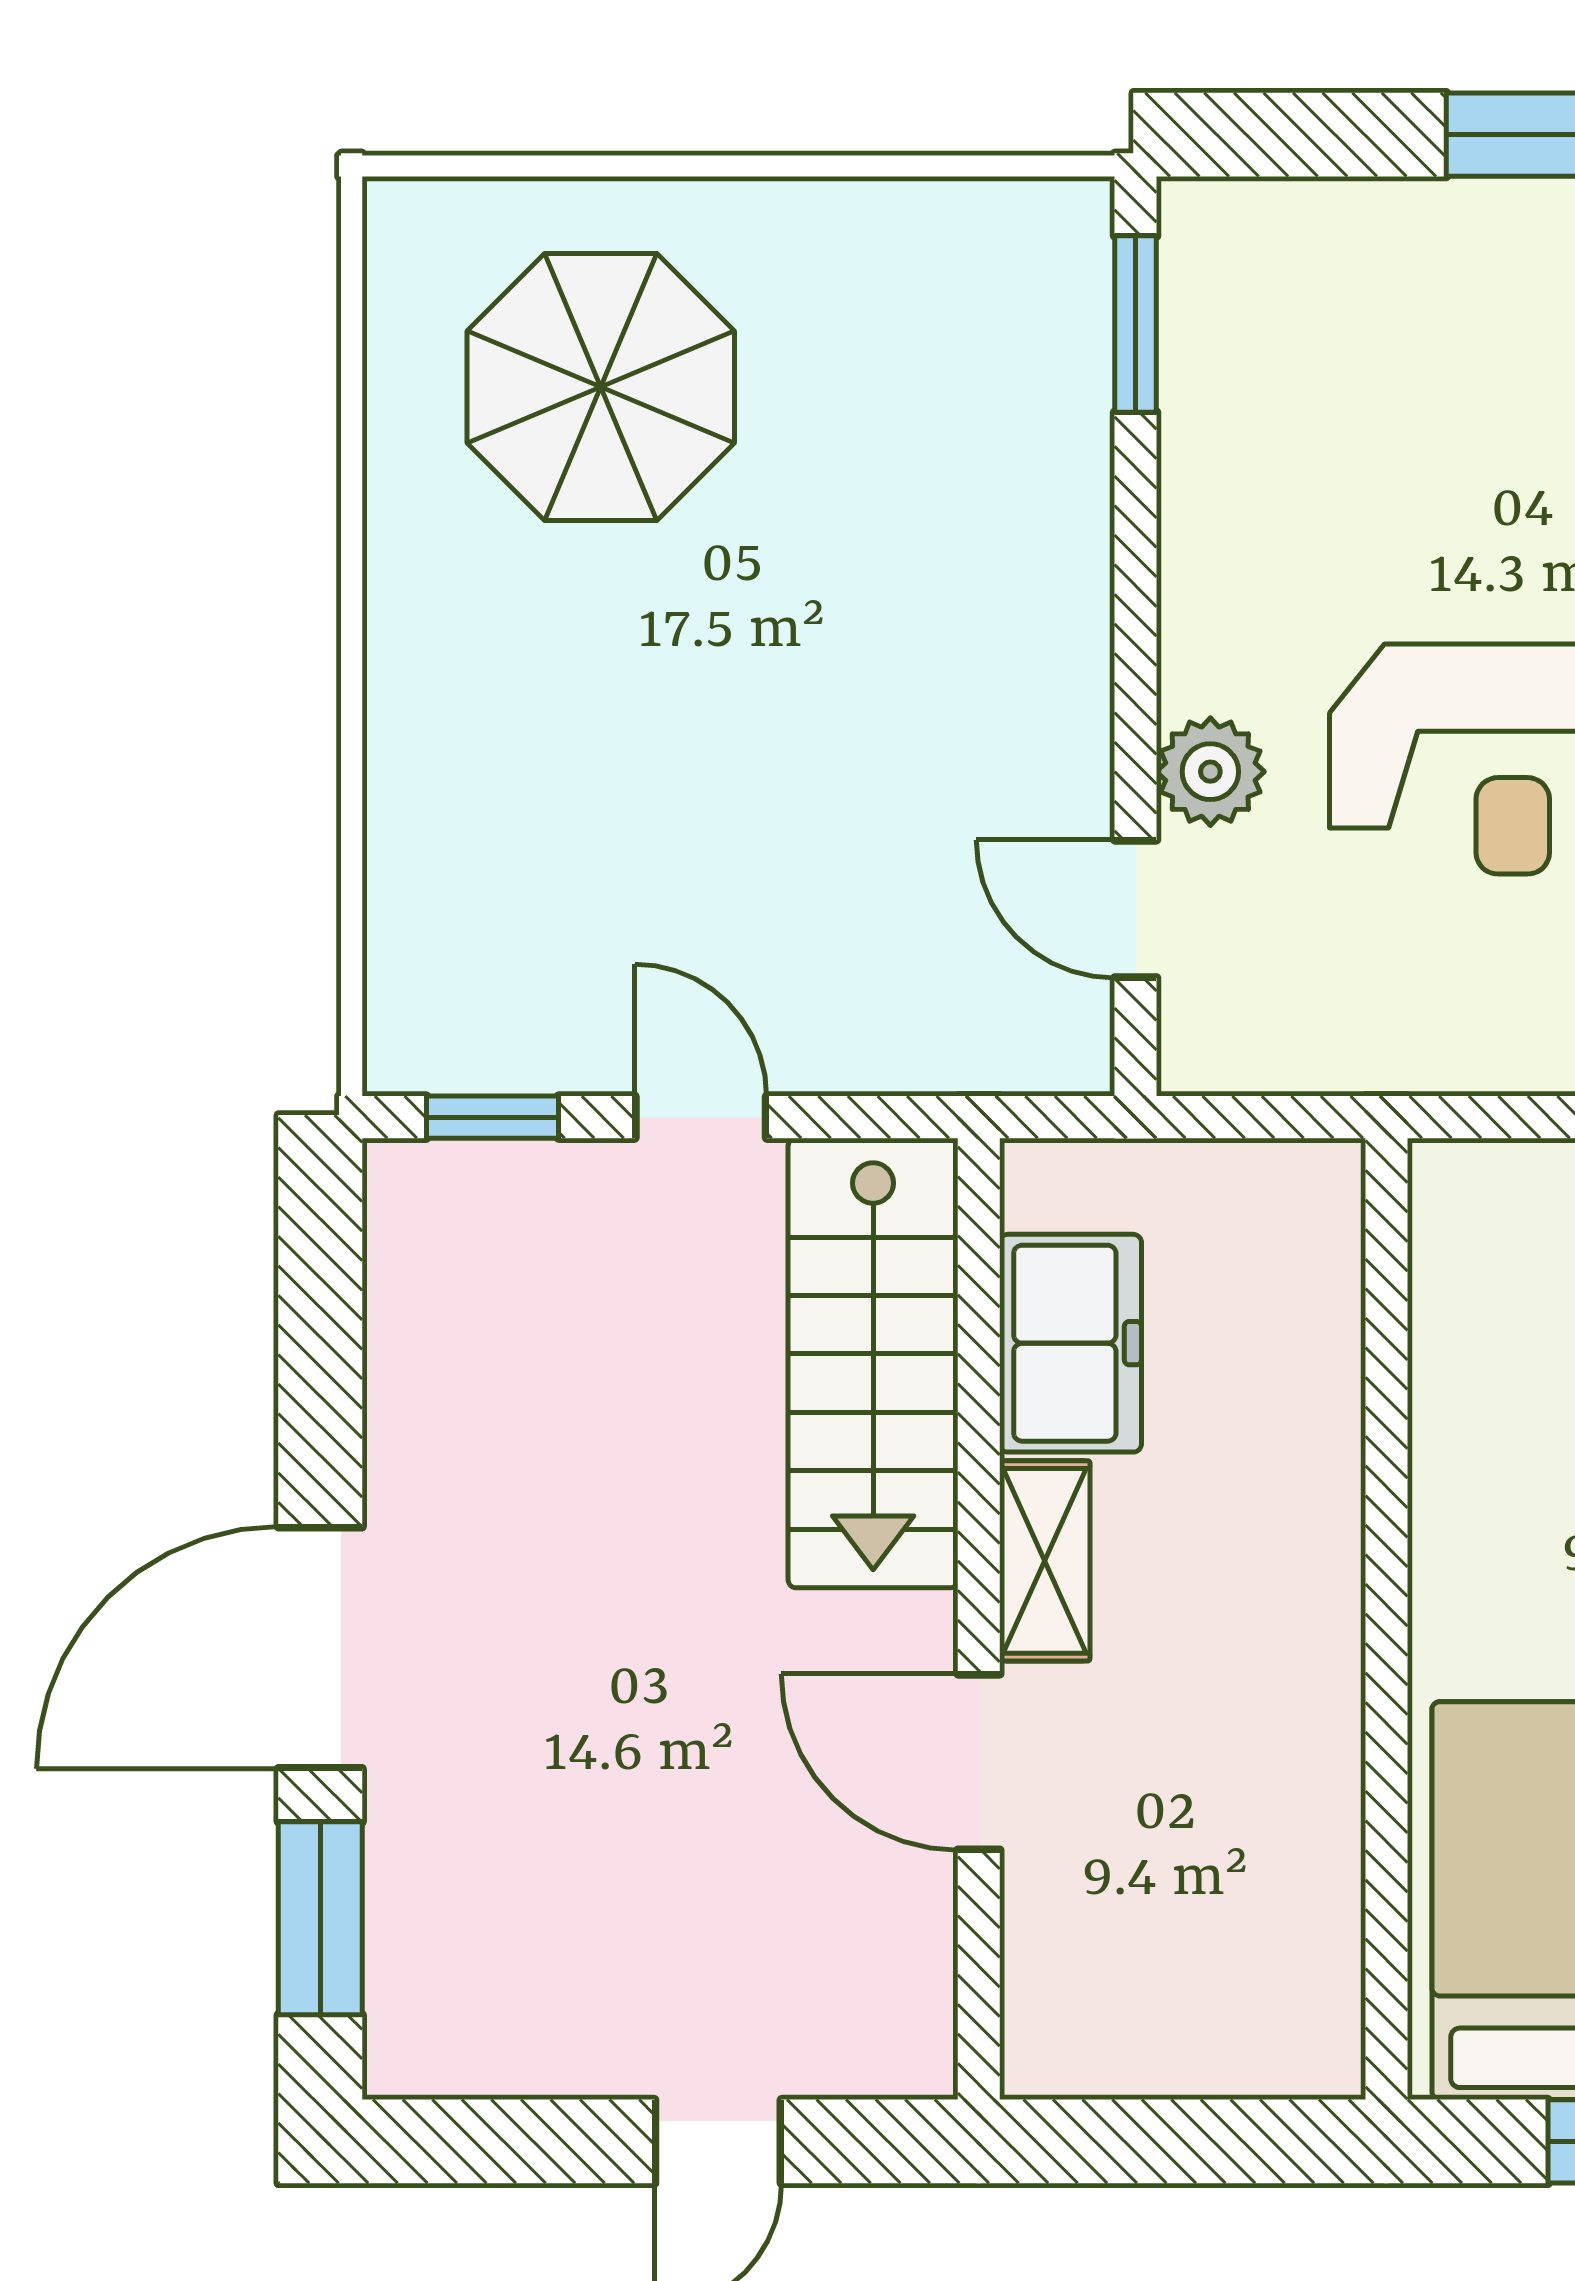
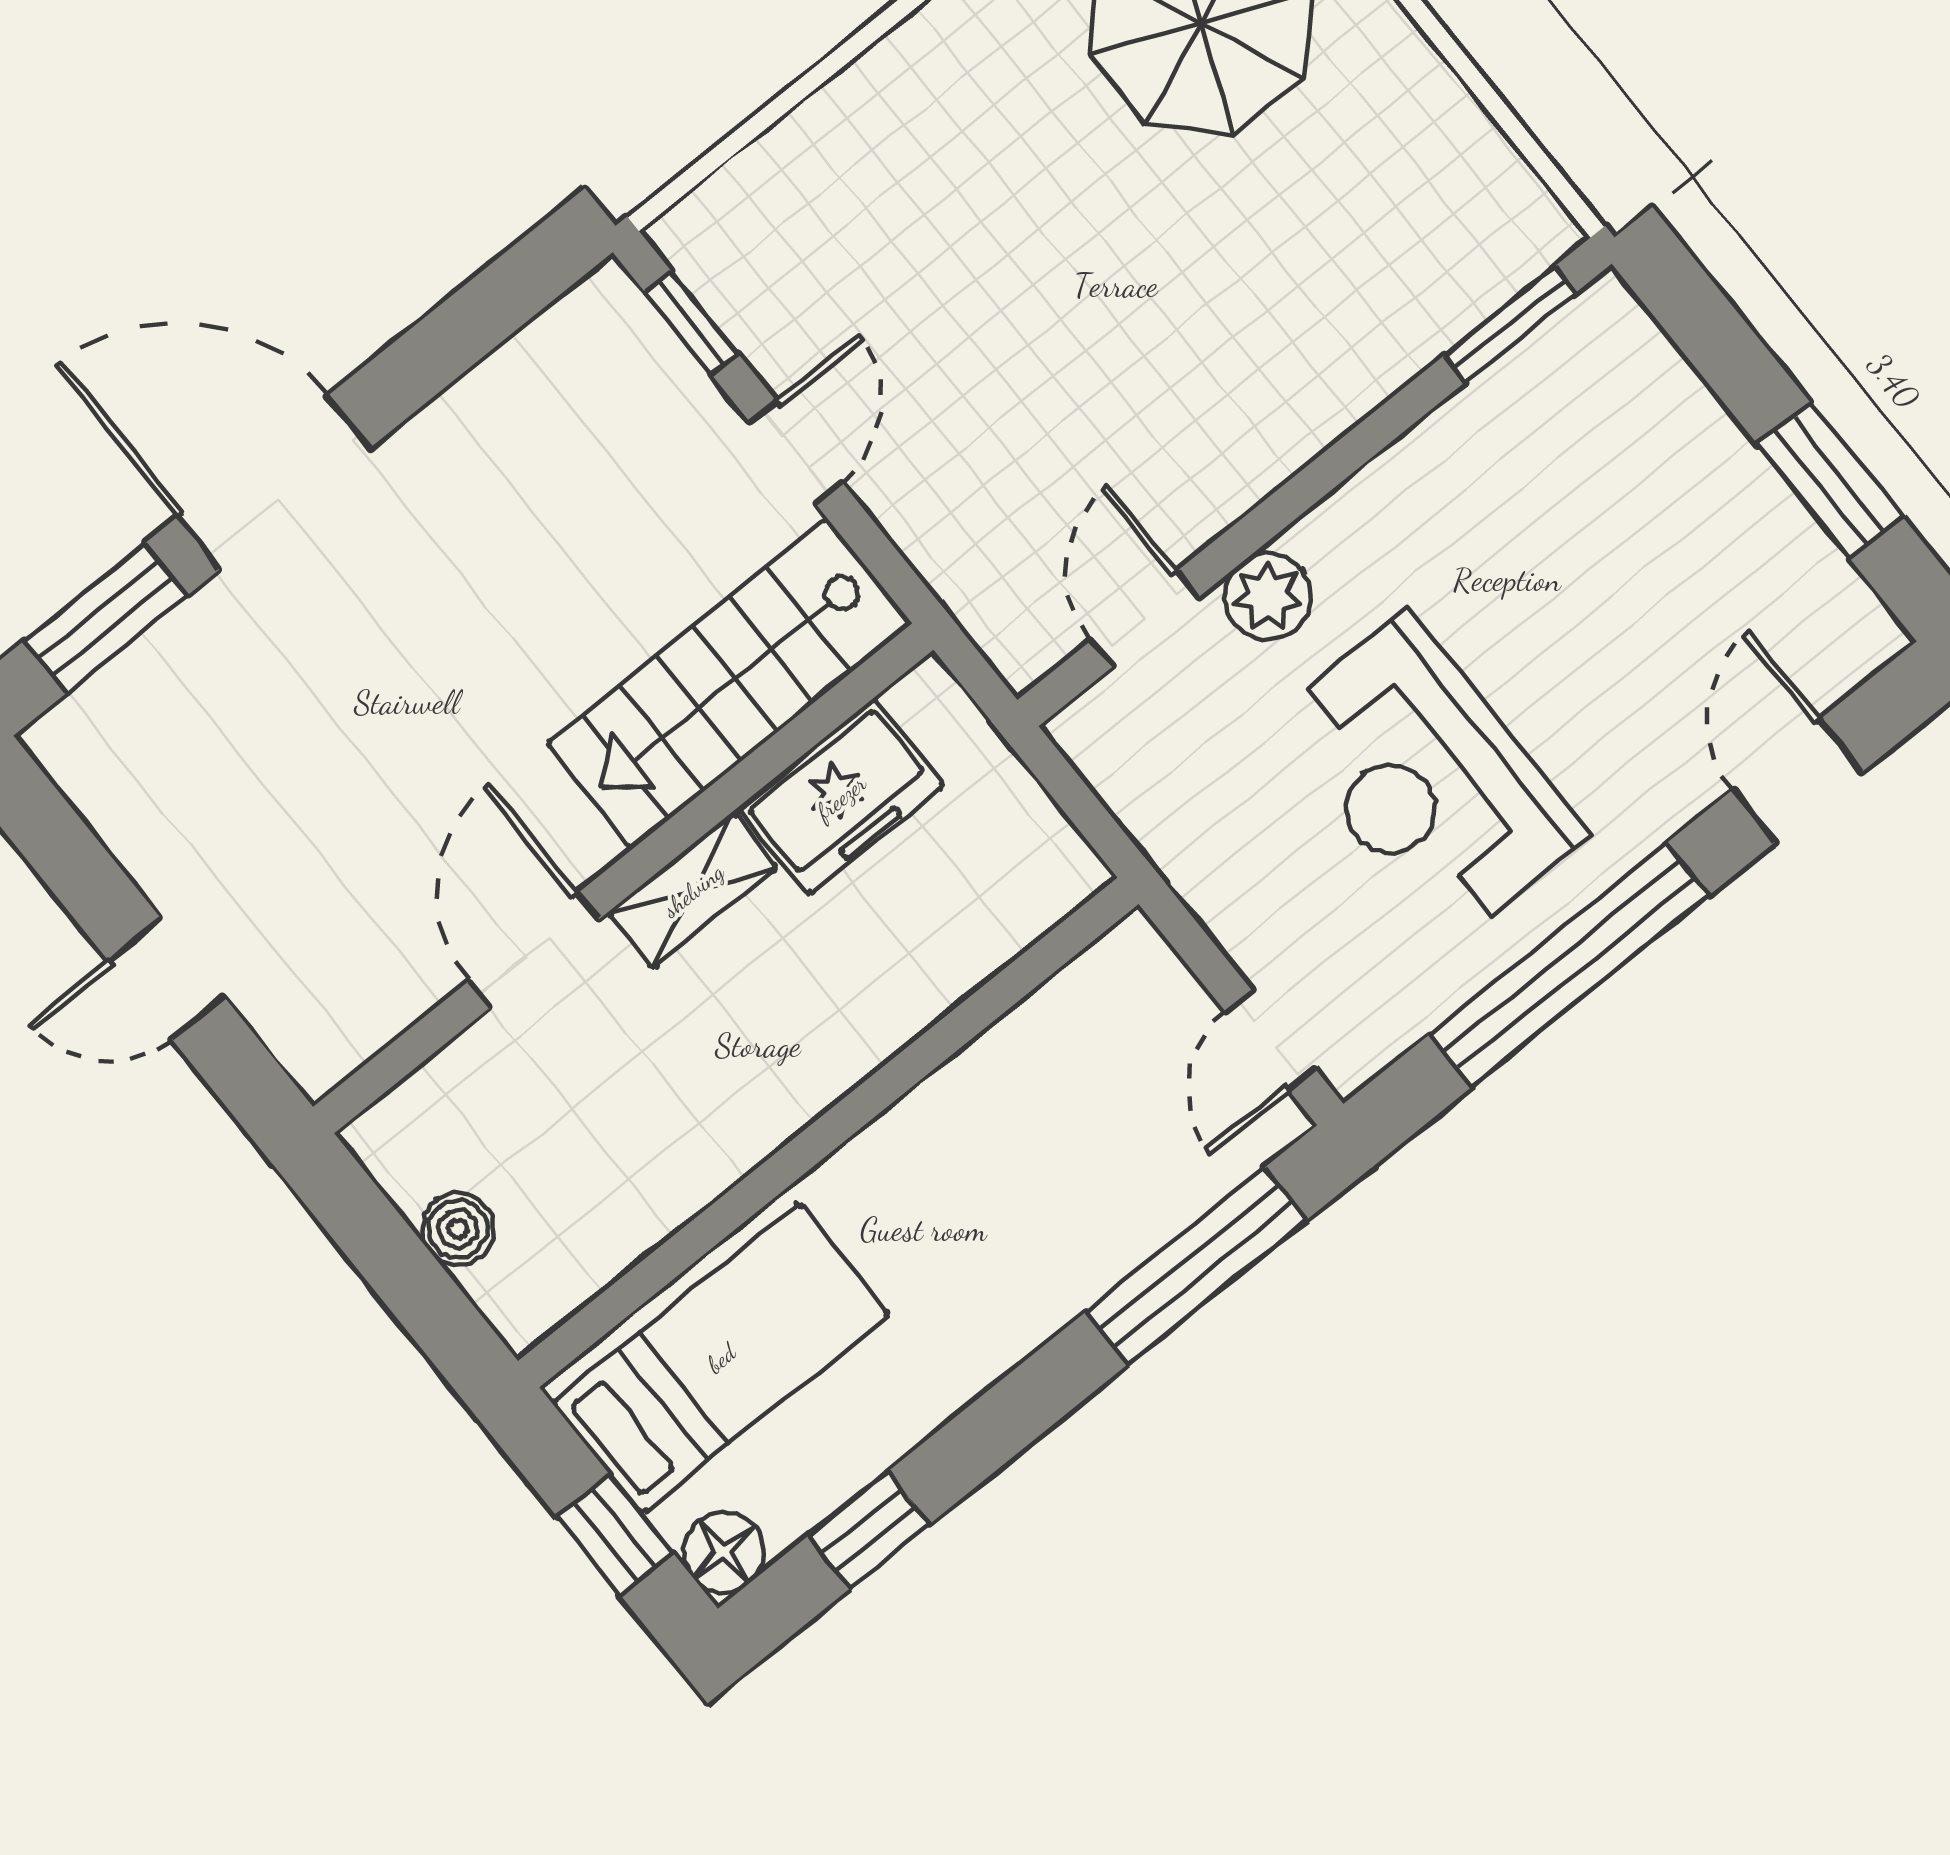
boiler: (1190, 2054) -> (458, 1229), added

